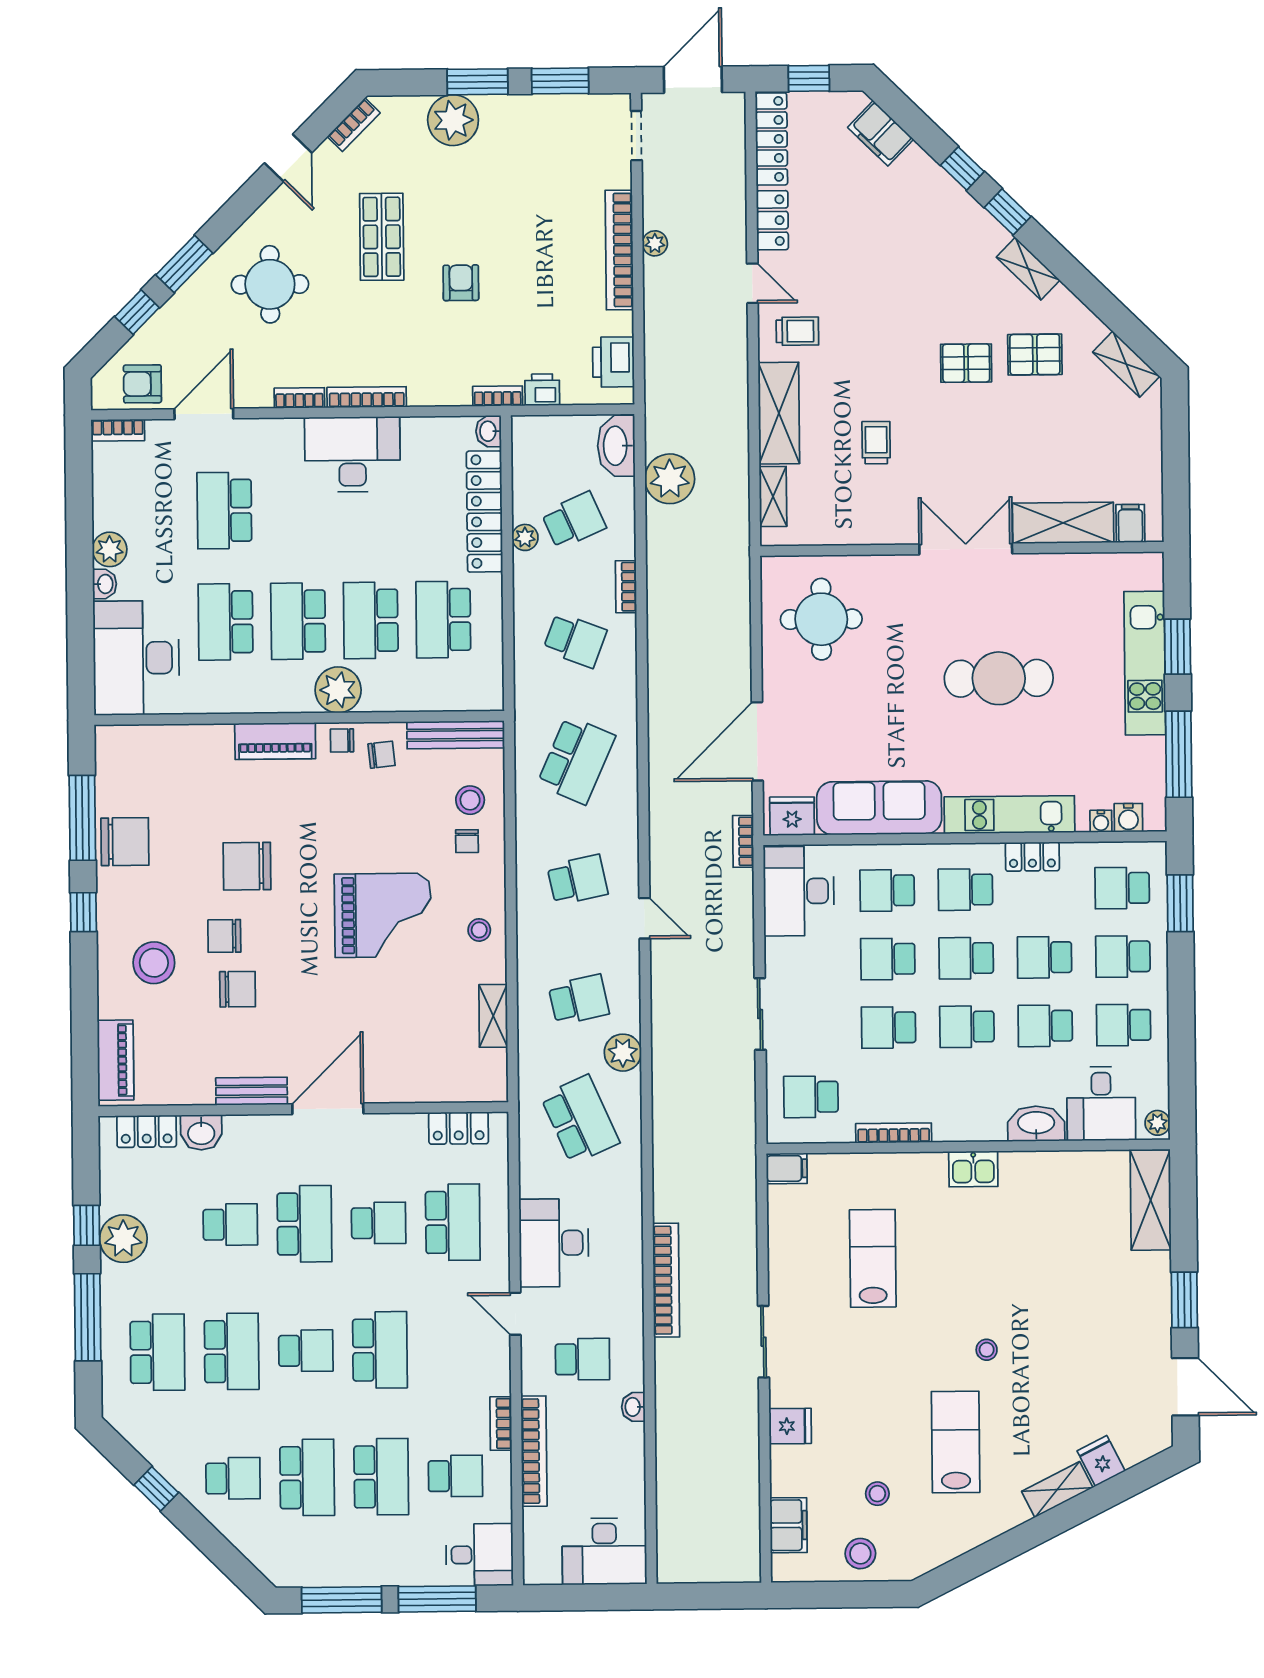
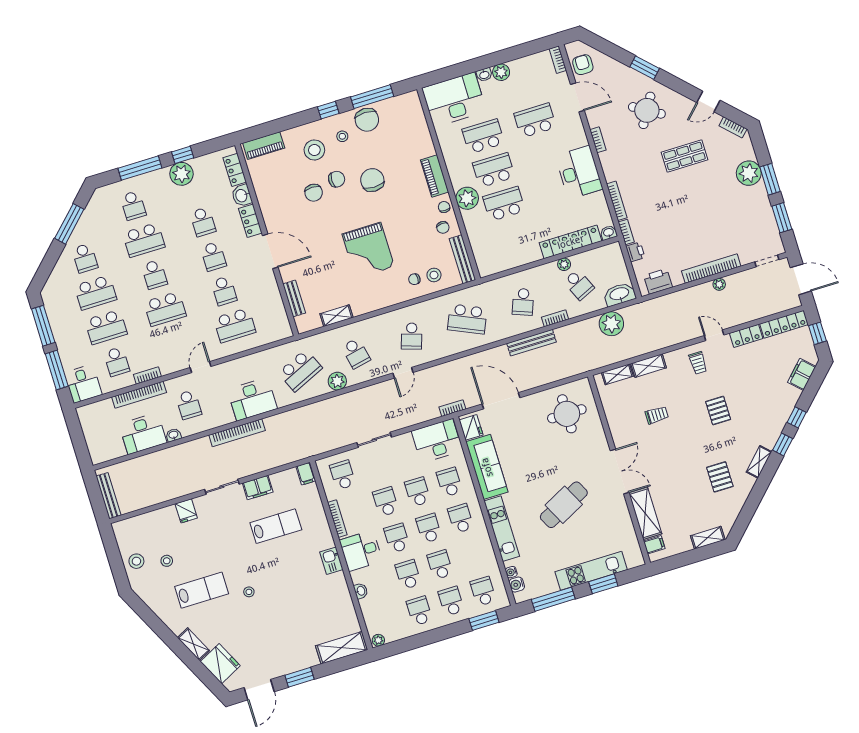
armchair: (461, 283) -> (674, 199), removed
door: (752, 283) -> (714, 335), swing flipped
round table: (270, 284) -> (647, 110), turned 31
window: (137, 312) -> (616, 52), removed
pallet: (966, 363) -> (718, 410), moved
shelving: (1126, 364) -> (708, 538), moved, turned 46
bookcase: (367, 397) -> (617, 201), moved
shelving: (779, 413) -> (649, 366), width x0.67, depth x0.75
school desk: (443, 620) -> (514, 238), removed
bench: (660, 647) -> (531, 343), added
cafe table: (999, 678) -> (564, 505), turned 63
locker: (1032, 857) -> (485, 545), removed
school desk: (577, 880) -> (412, 336), turned 30
stool: (479, 930) -> (342, 136), moved
chair: (224, 936) -> (337, 179), turned 90
bench: (252, 1091) -> (294, 298), moved
desk: (1101, 1104) -> (361, 551), moved
washbasin: (1036, 1124) -> (361, 591), width x0.52, depth x0.69
locker: (459, 1128) -> (250, 221), moved
school desk: (304, 1224) -> (213, 256), width x0.54
desk: (554, 1243) -> (252, 399), moved, turned 180
school desk: (157, 1352) -> (133, 205), width x0.54
fridge: (1101, 1461) -> (220, 664), width x1.88, depth x1.34
window: (156, 1489) -> (69, 224), width x2.17
filing cabinet: (789, 1525) -> (258, 487), moved
desk: (604, 1551) -> (143, 433), moved, turned -90
bench: (715, 1570) -> (109, 496), added

